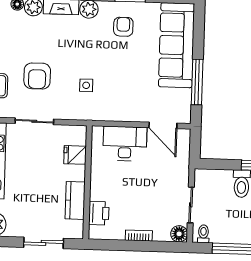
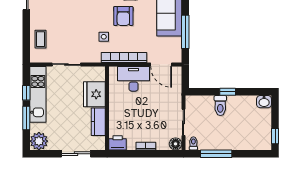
armchair: (37, 76) -> (123, 16), moved
bookcase: (113, 114) -> (124, 58), added
fridge: (75, 155) -> (94, 94), width x1.88, depth x1.34
printer: (99, 213) -> (118, 143), moved, turned -90

